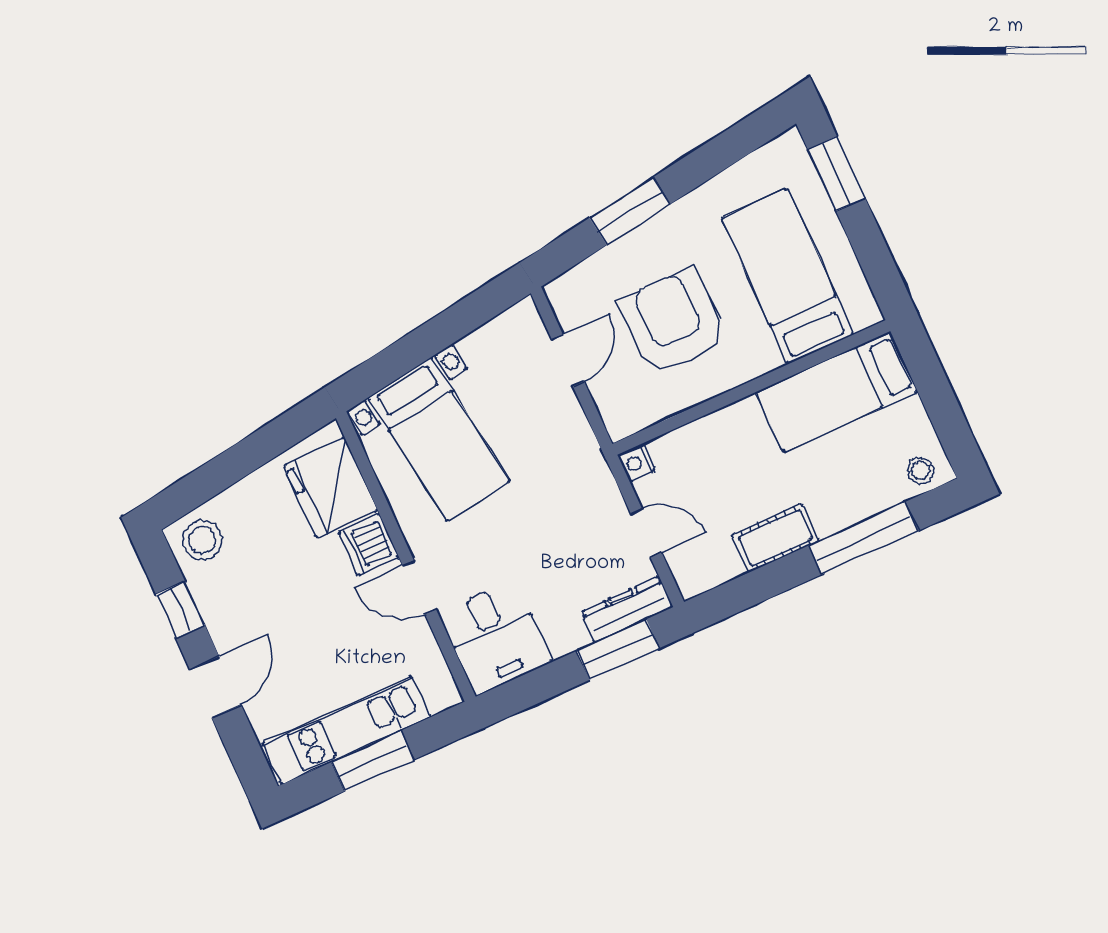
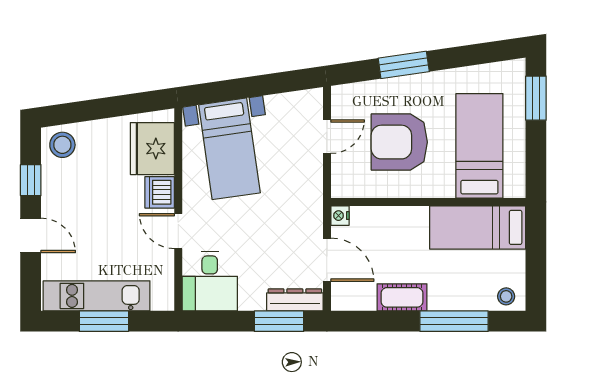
armchair: (673, 322) -> (399, 142), turned -90
door: (646, 533) -> (327, 260), width x1.38
door: (215, 687) -> (31, 235), hinge flipped

